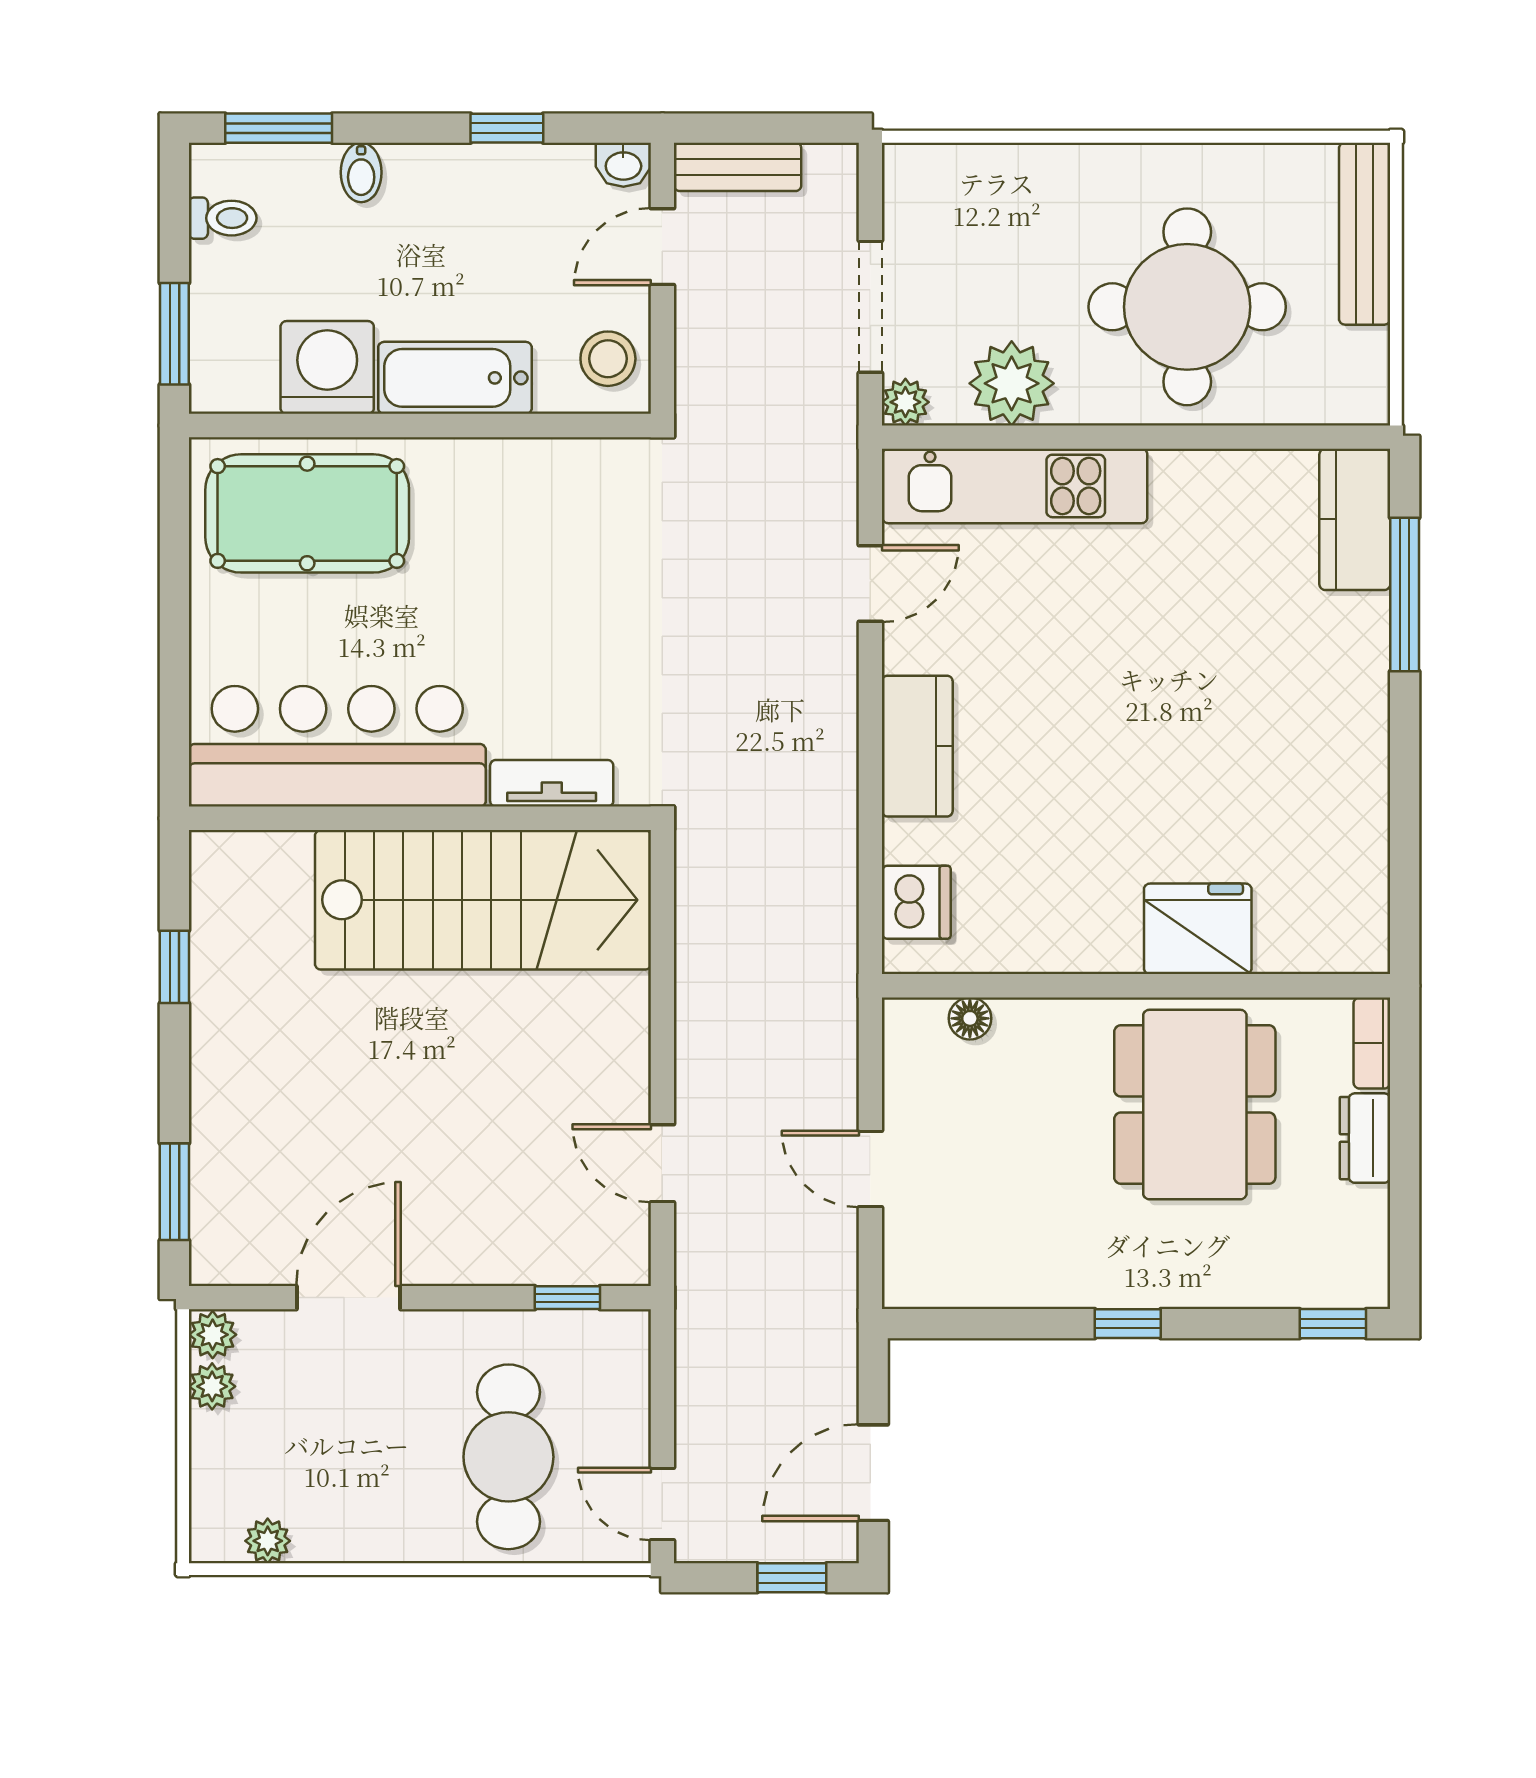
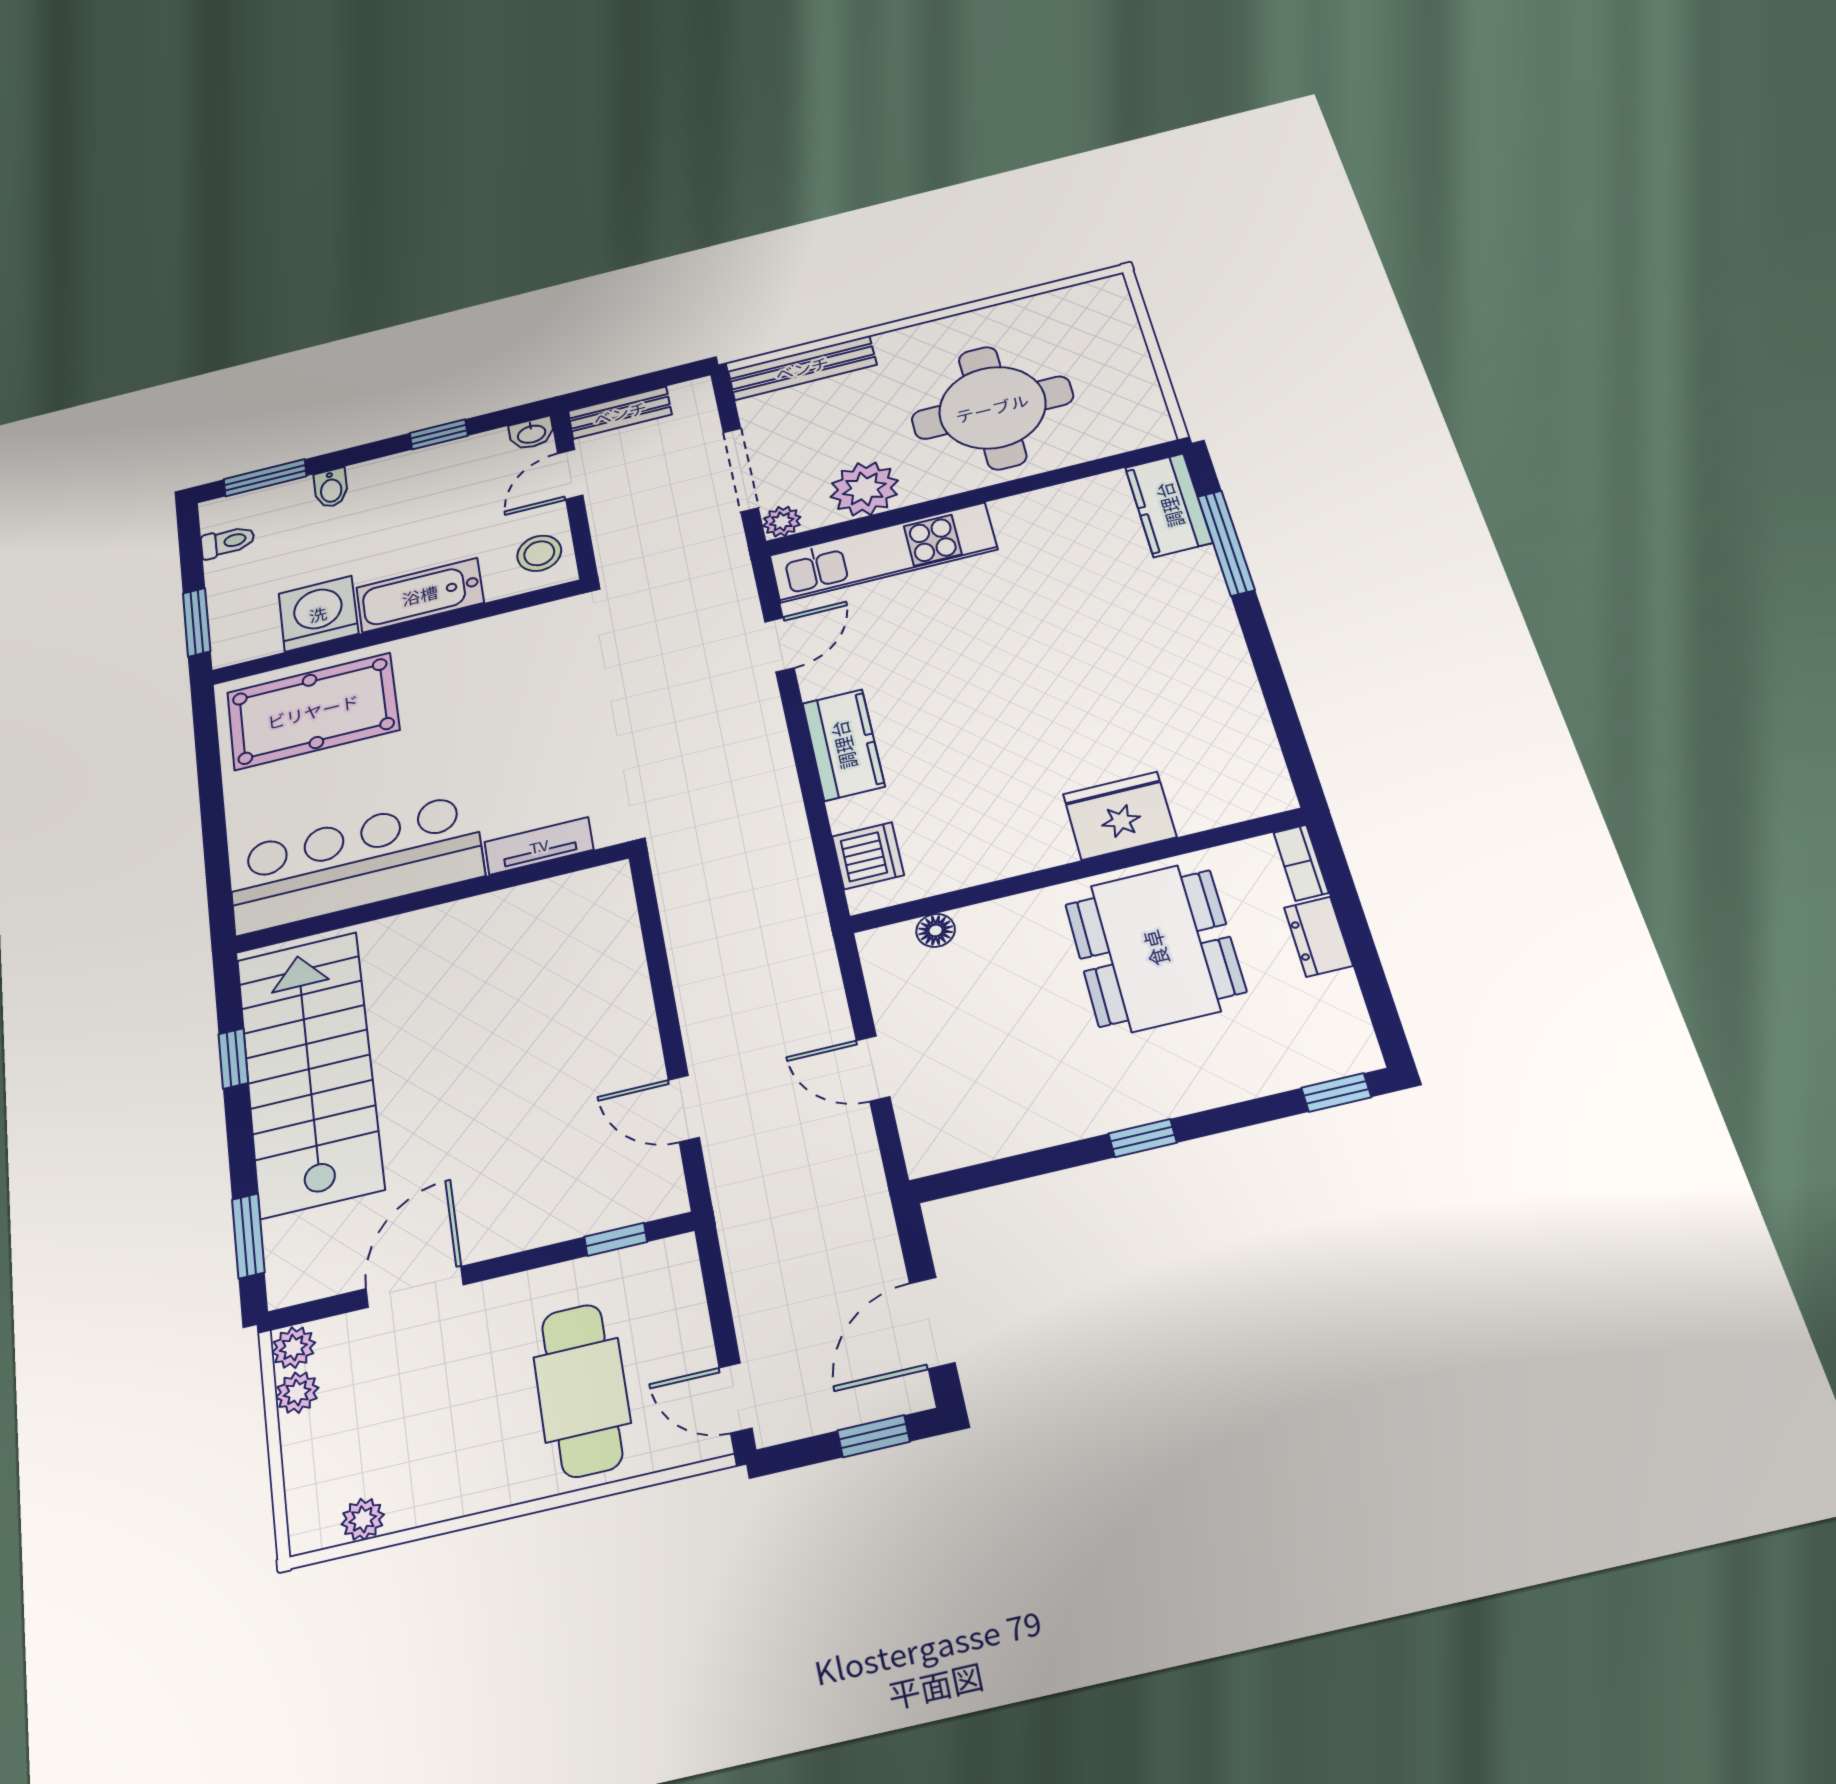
bench: (1365, 234) -> (802, 368), moved, turned 90
stairs: (483, 900) -> (309, 1072), moved, turned -90

